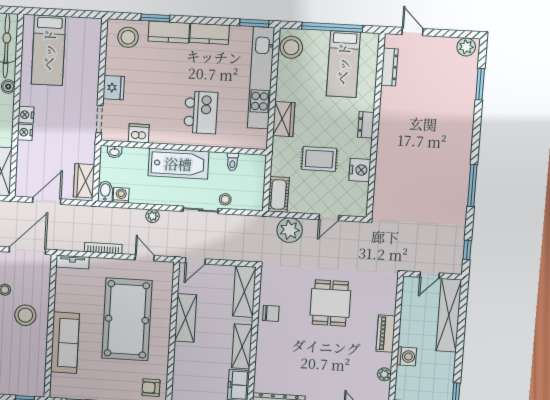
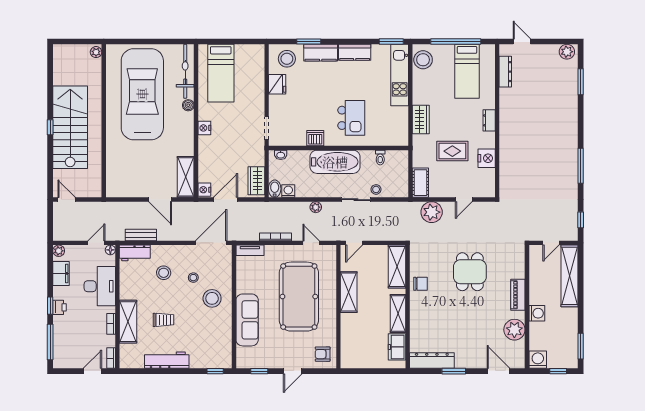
kitchen unit: (261, 78) -> (400, 75), width x0.73
fridge: (114, 88) -> (277, 84), moved
nightstand: (25, 132) -> (204, 190), moved
dishwasher: (139, 133) -> (315, 138), moved
plant: (384, 374) -> (514, 330), width x1.87, depth x1.87

